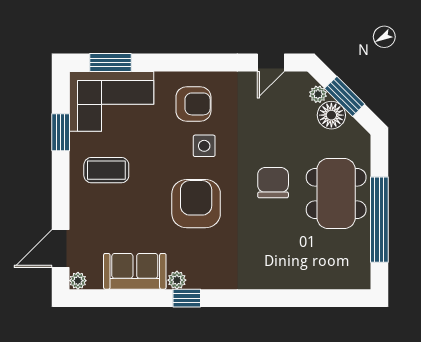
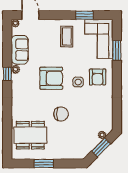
window: (110, 63) -> (117, 50), moved
door: (271, 63) -> (117, 113), removed
floor lamp: (331, 115) -> (92, 141), removed
dining table: (336, 194) -> (30, 135), moved
window: (379, 220) -> (44, 163), width x0.47

